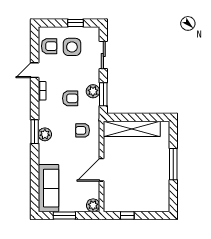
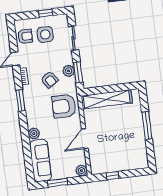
armchair: (70, 98) -> (49, 80), turned 56
armchair: (83, 130) -> (64, 106), width x1.88, depth x1.88
window: (35, 132) -> (21, 100), moved
plant: (45, 134) -> (34, 134), moved

